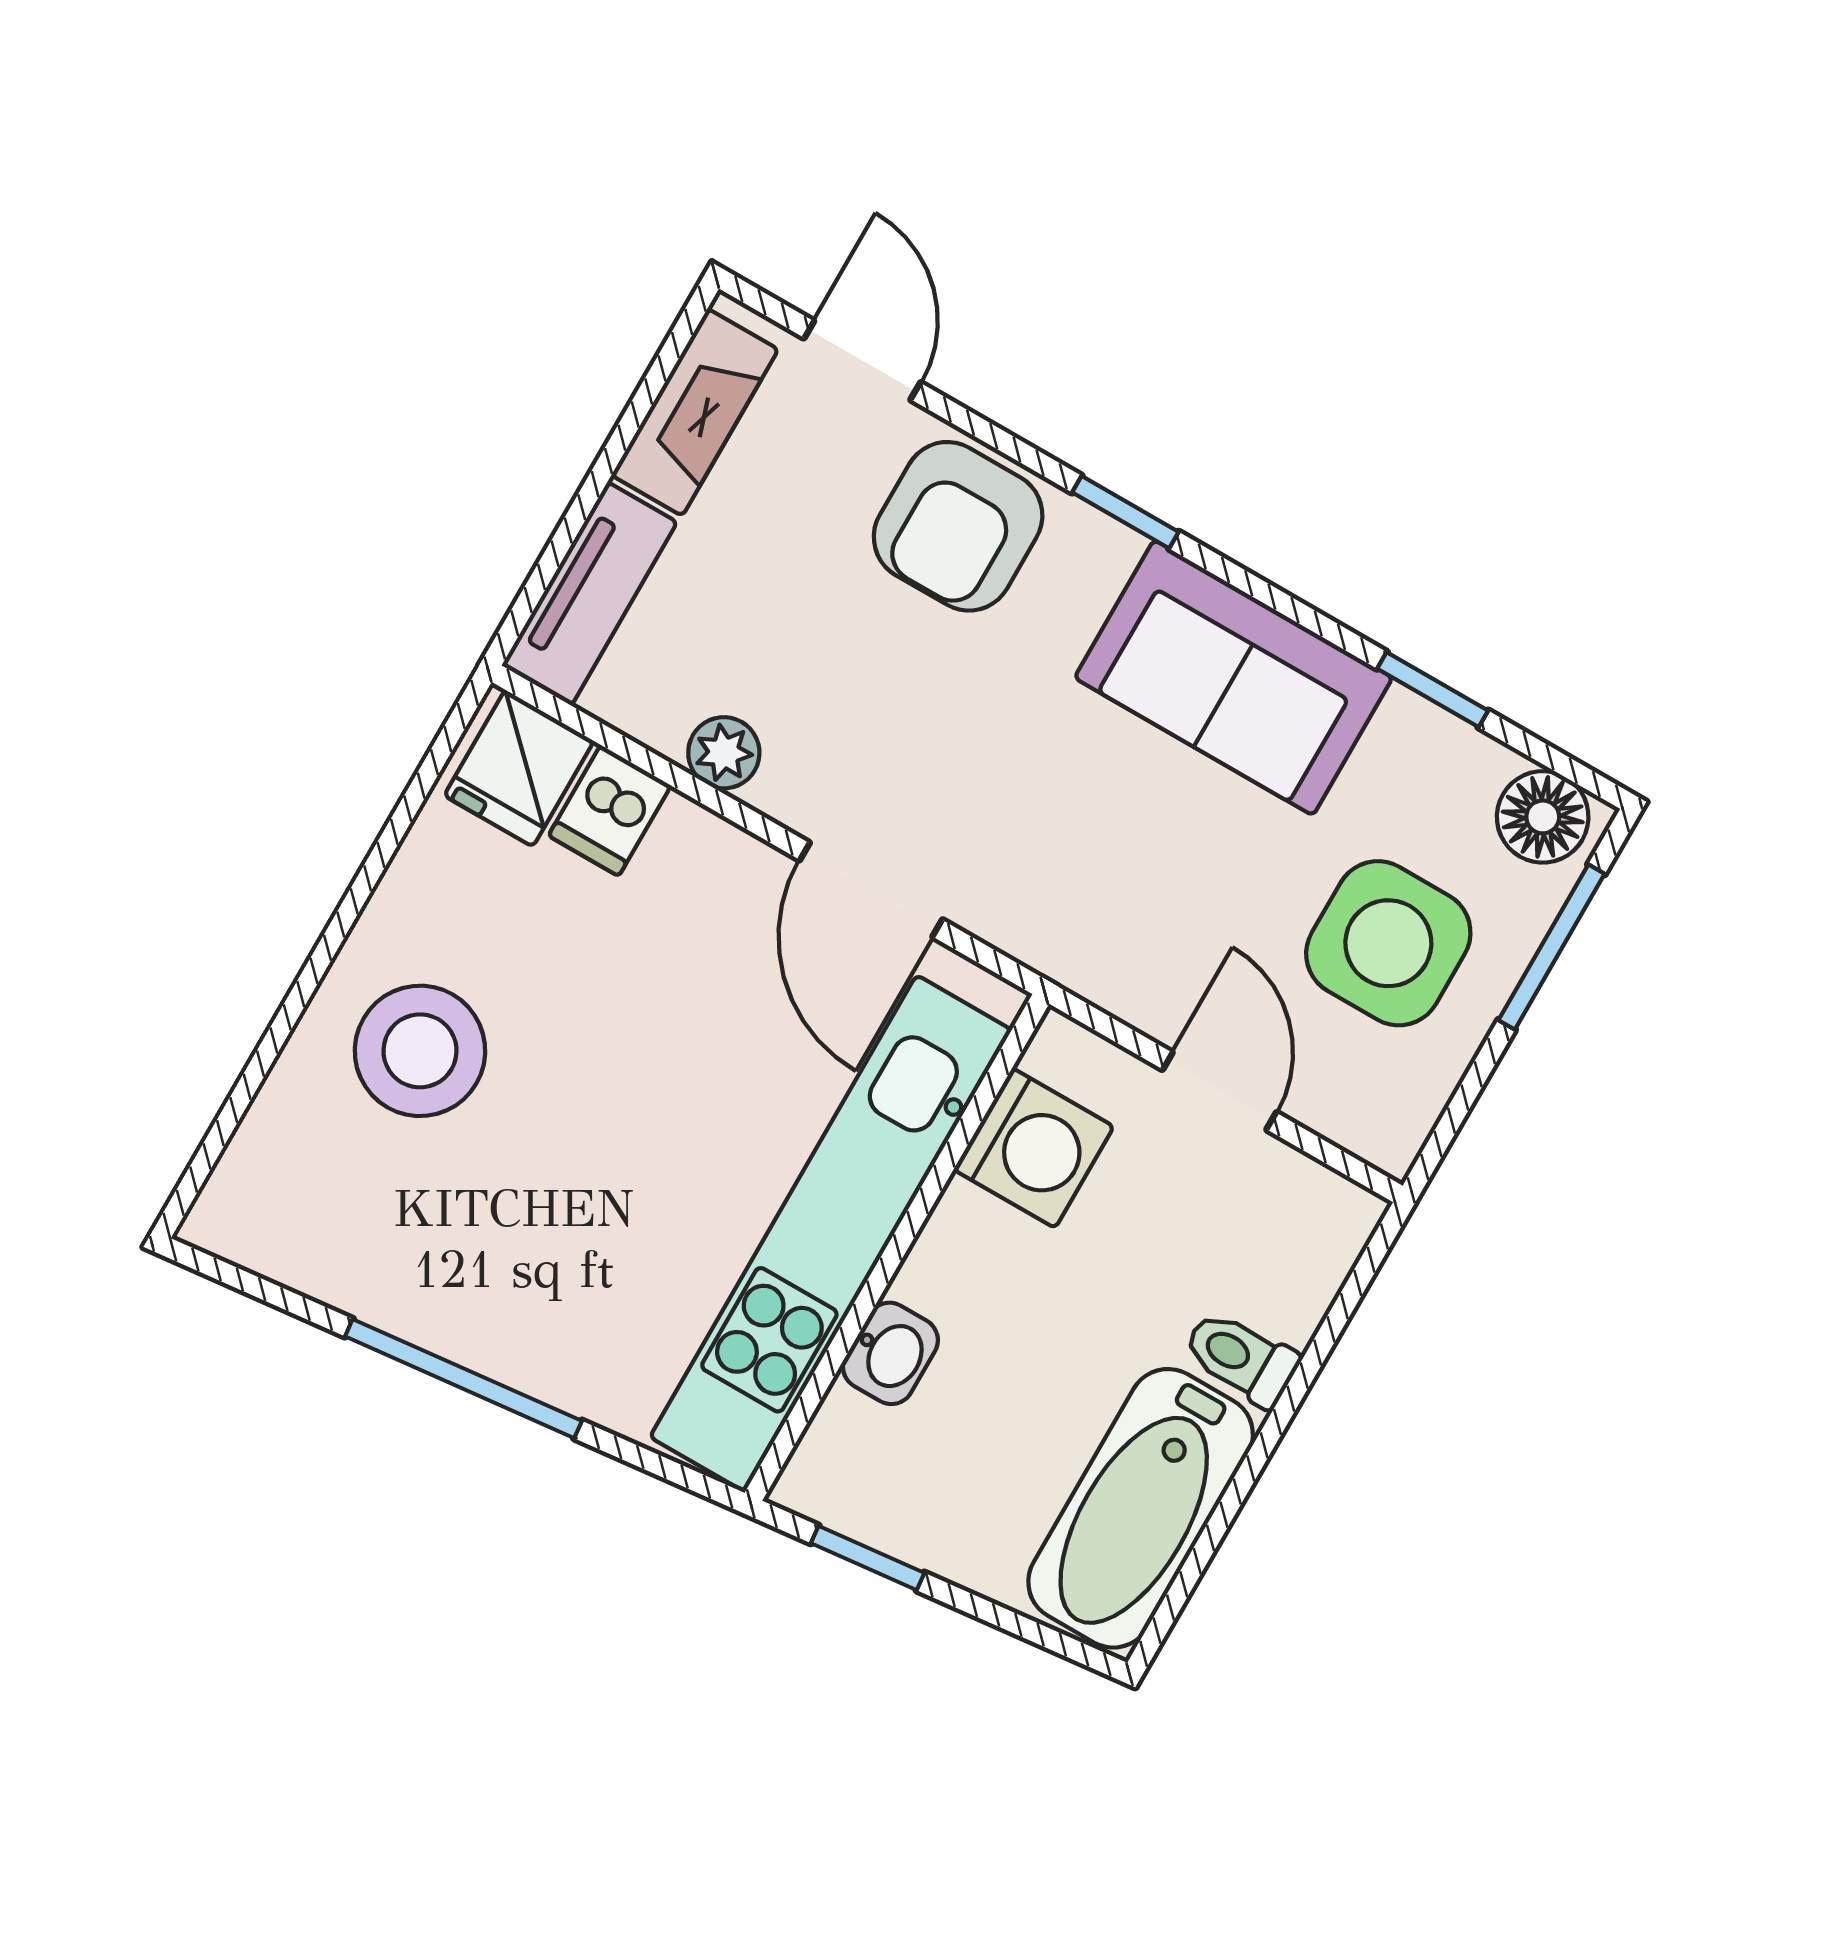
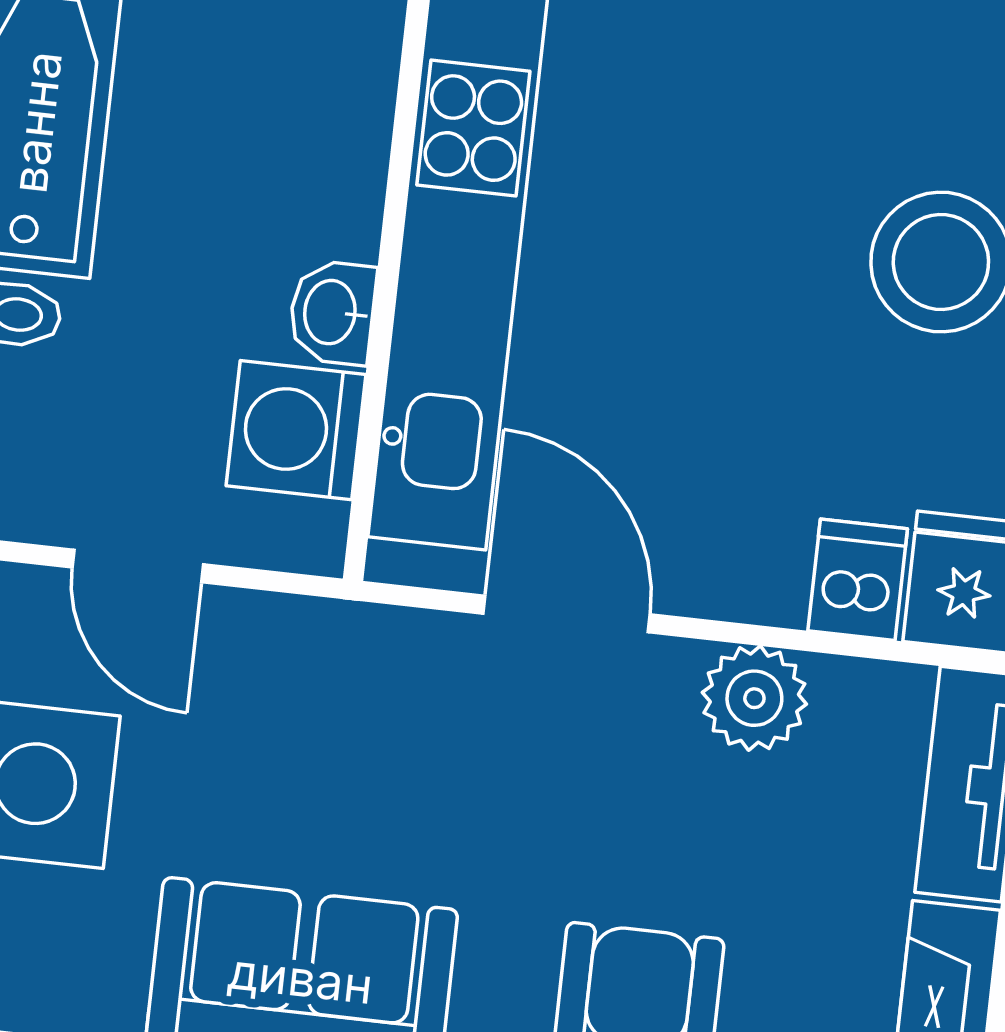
plant: (724, 753) -> (754, 698), width x1.38, depth x1.38
washbasin: (890, 1353) -> (332, 312), moved

